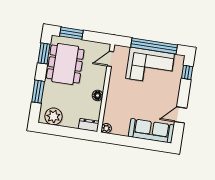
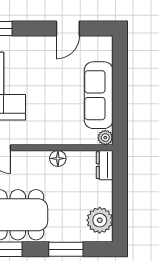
door: (181, 115) -> (68, 29), hinge flipped
sofa: (151, 131) -> (99, 95), moved

